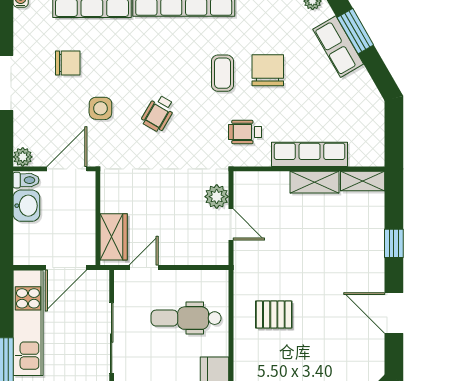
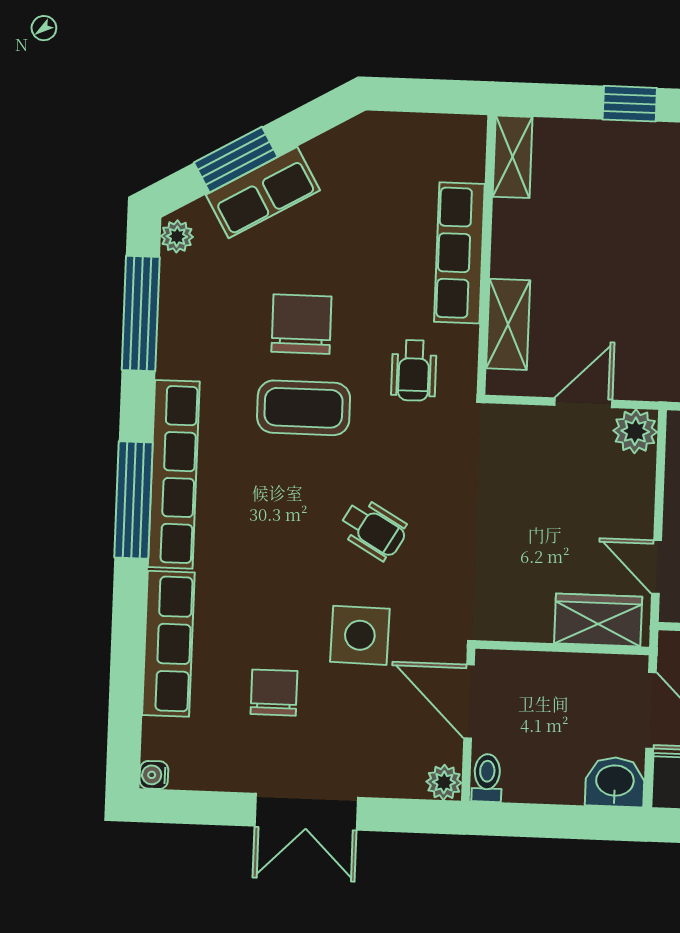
chair: (268, 70) -> (301, 324), turned 90
coffee table: (222, 73) -> (304, 408), width x1.36, depth x1.30
side table: (100, 108) -> (360, 635), width x1.37, depth x1.37
shelving: (314, 182) -> (508, 324), moved
plant: (217, 197) -> (635, 431), moved
washbasin: (26, 206) -> (615, 782), moved

